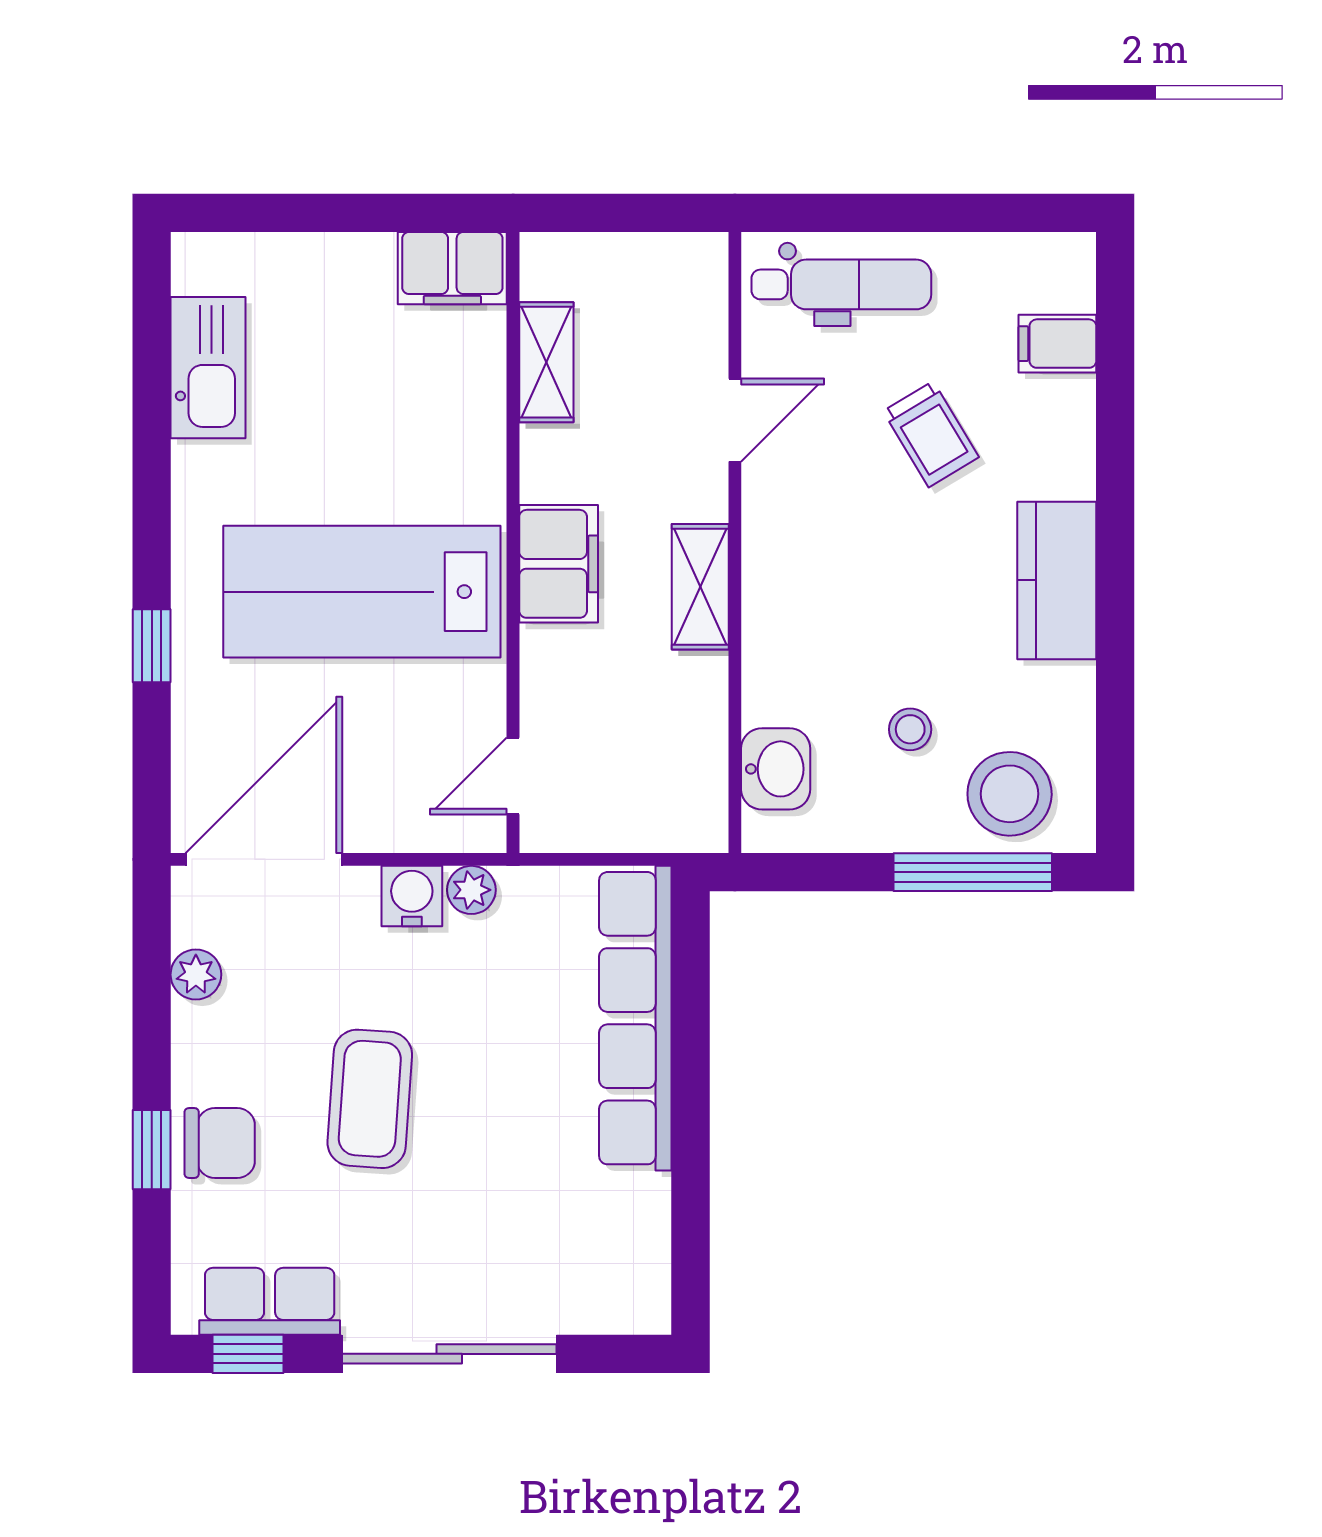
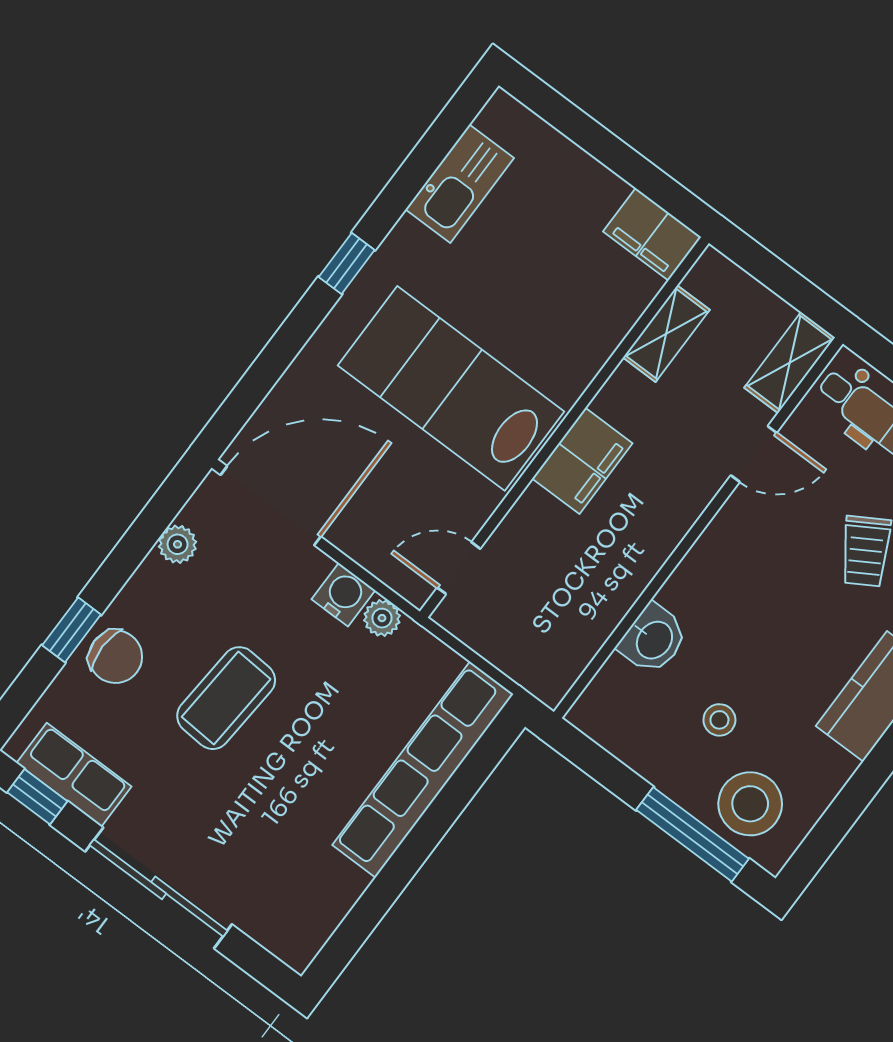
shelving: (700, 587) -> (790, 363), moved
window: (152, 646) -> (347, 263), moved
washbasin: (776, 769) -> (653, 639), moved

